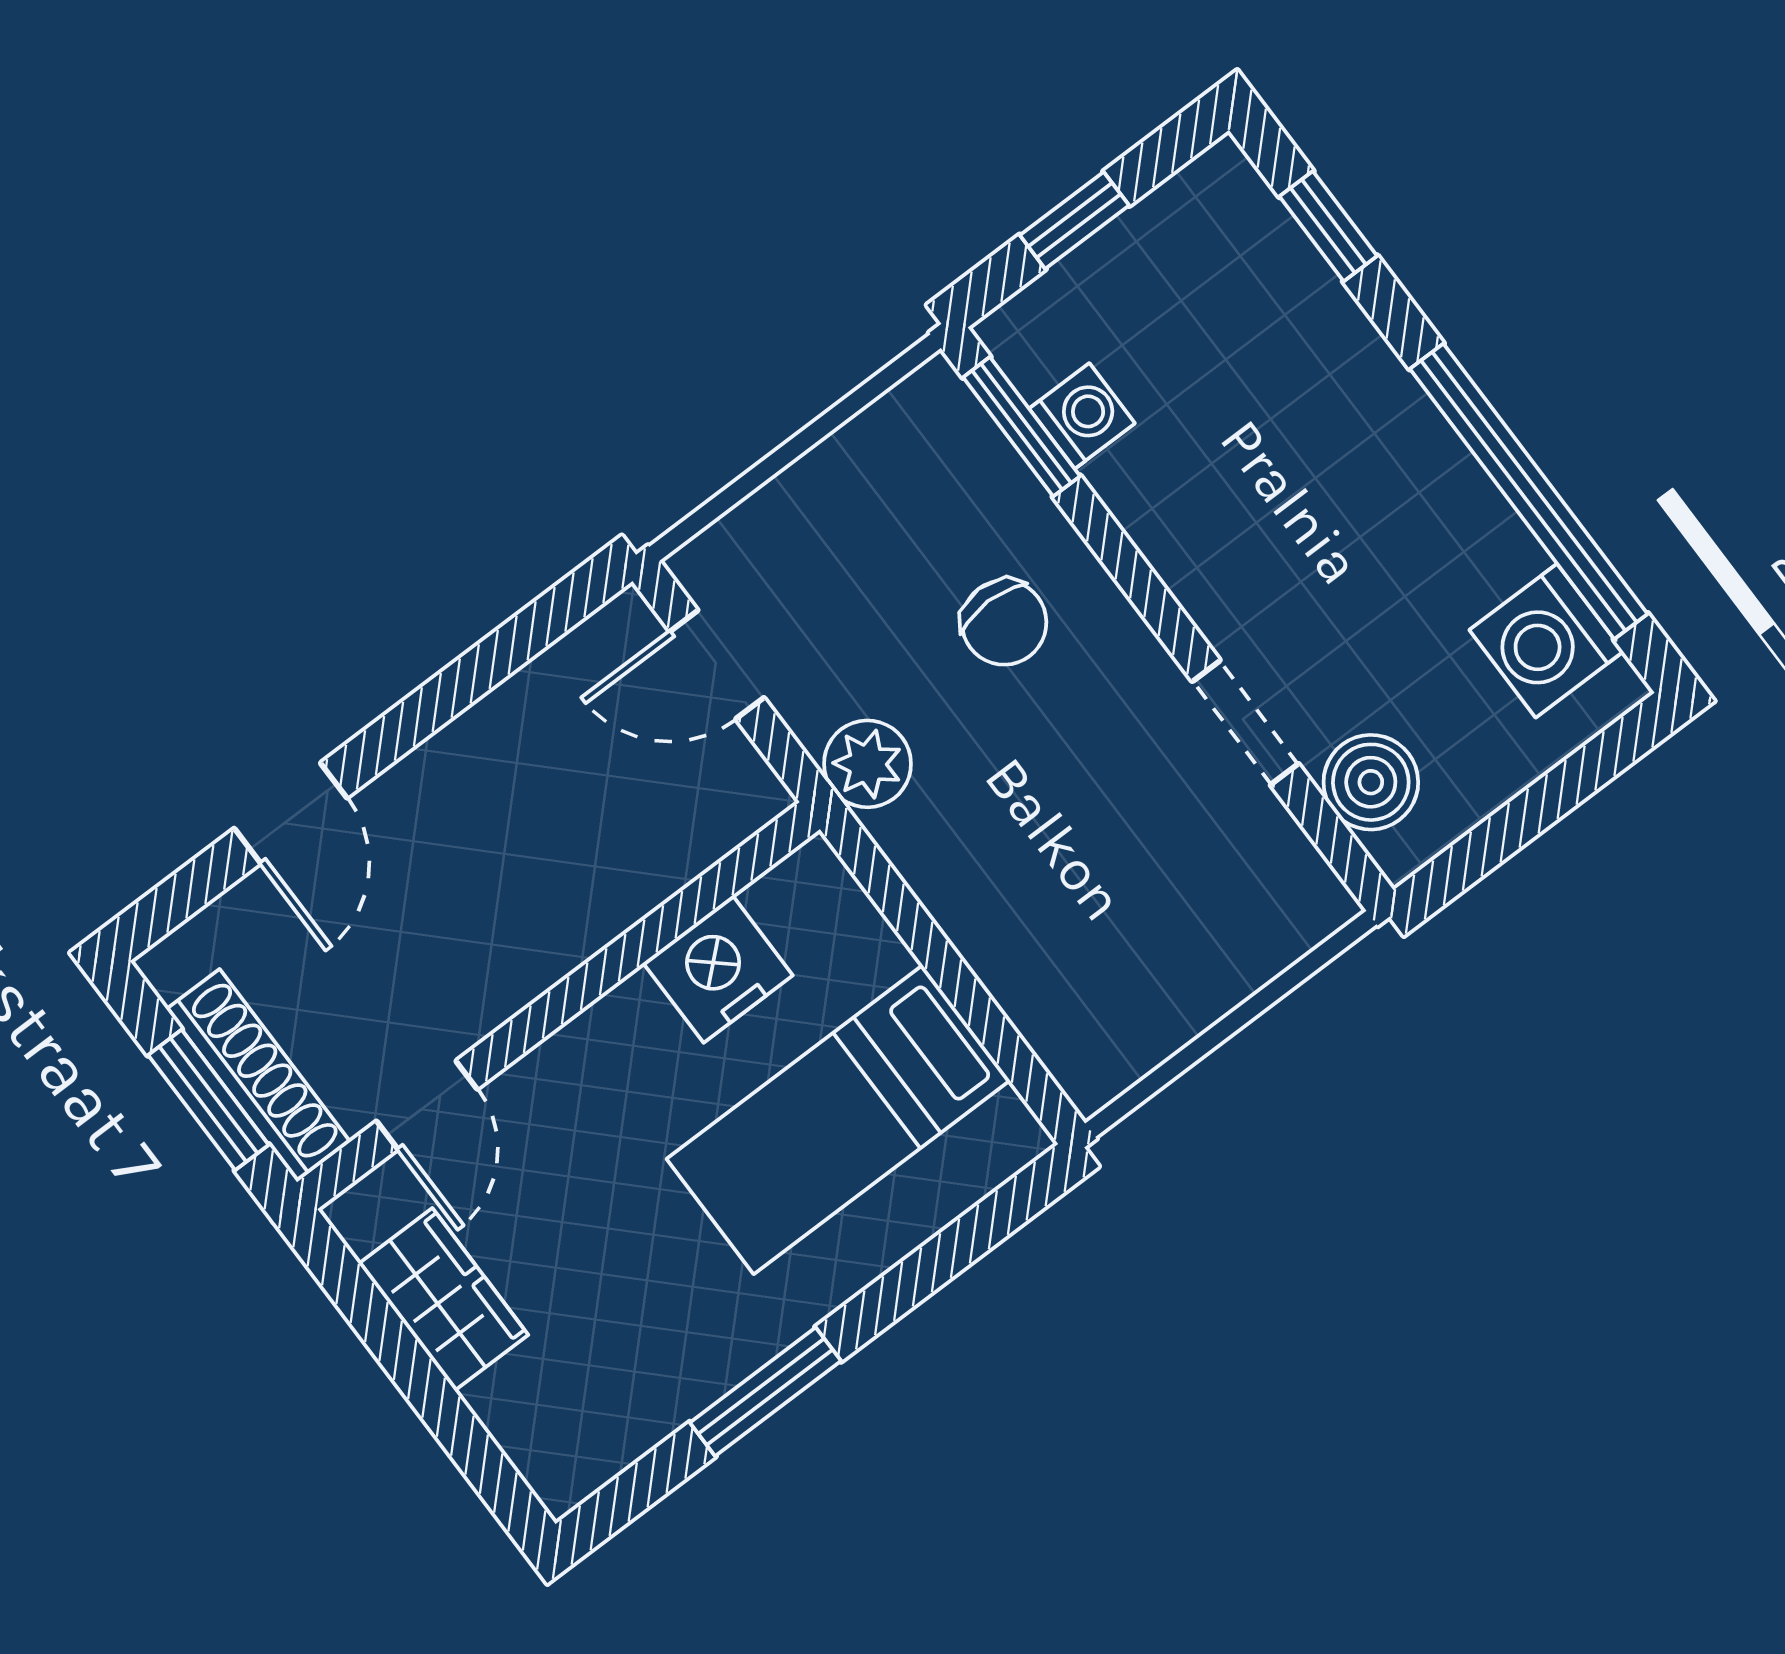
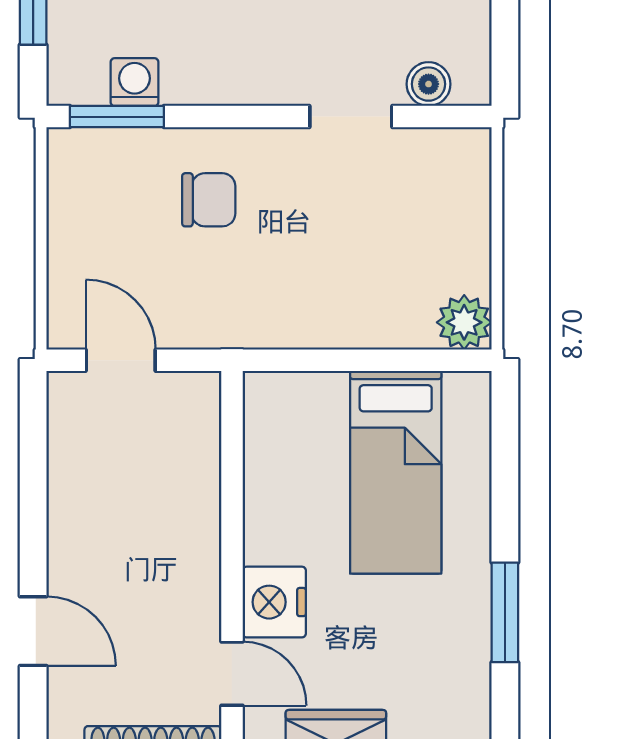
door: (717, 665) -> (121, 360), swing flipped
plant: (867, 764) -> (464, 322), moved
boiler: (1371, 782) -> (429, 84), width x0.73, depth x0.73
nightstand: (718, 969) -> (274, 602), moved

